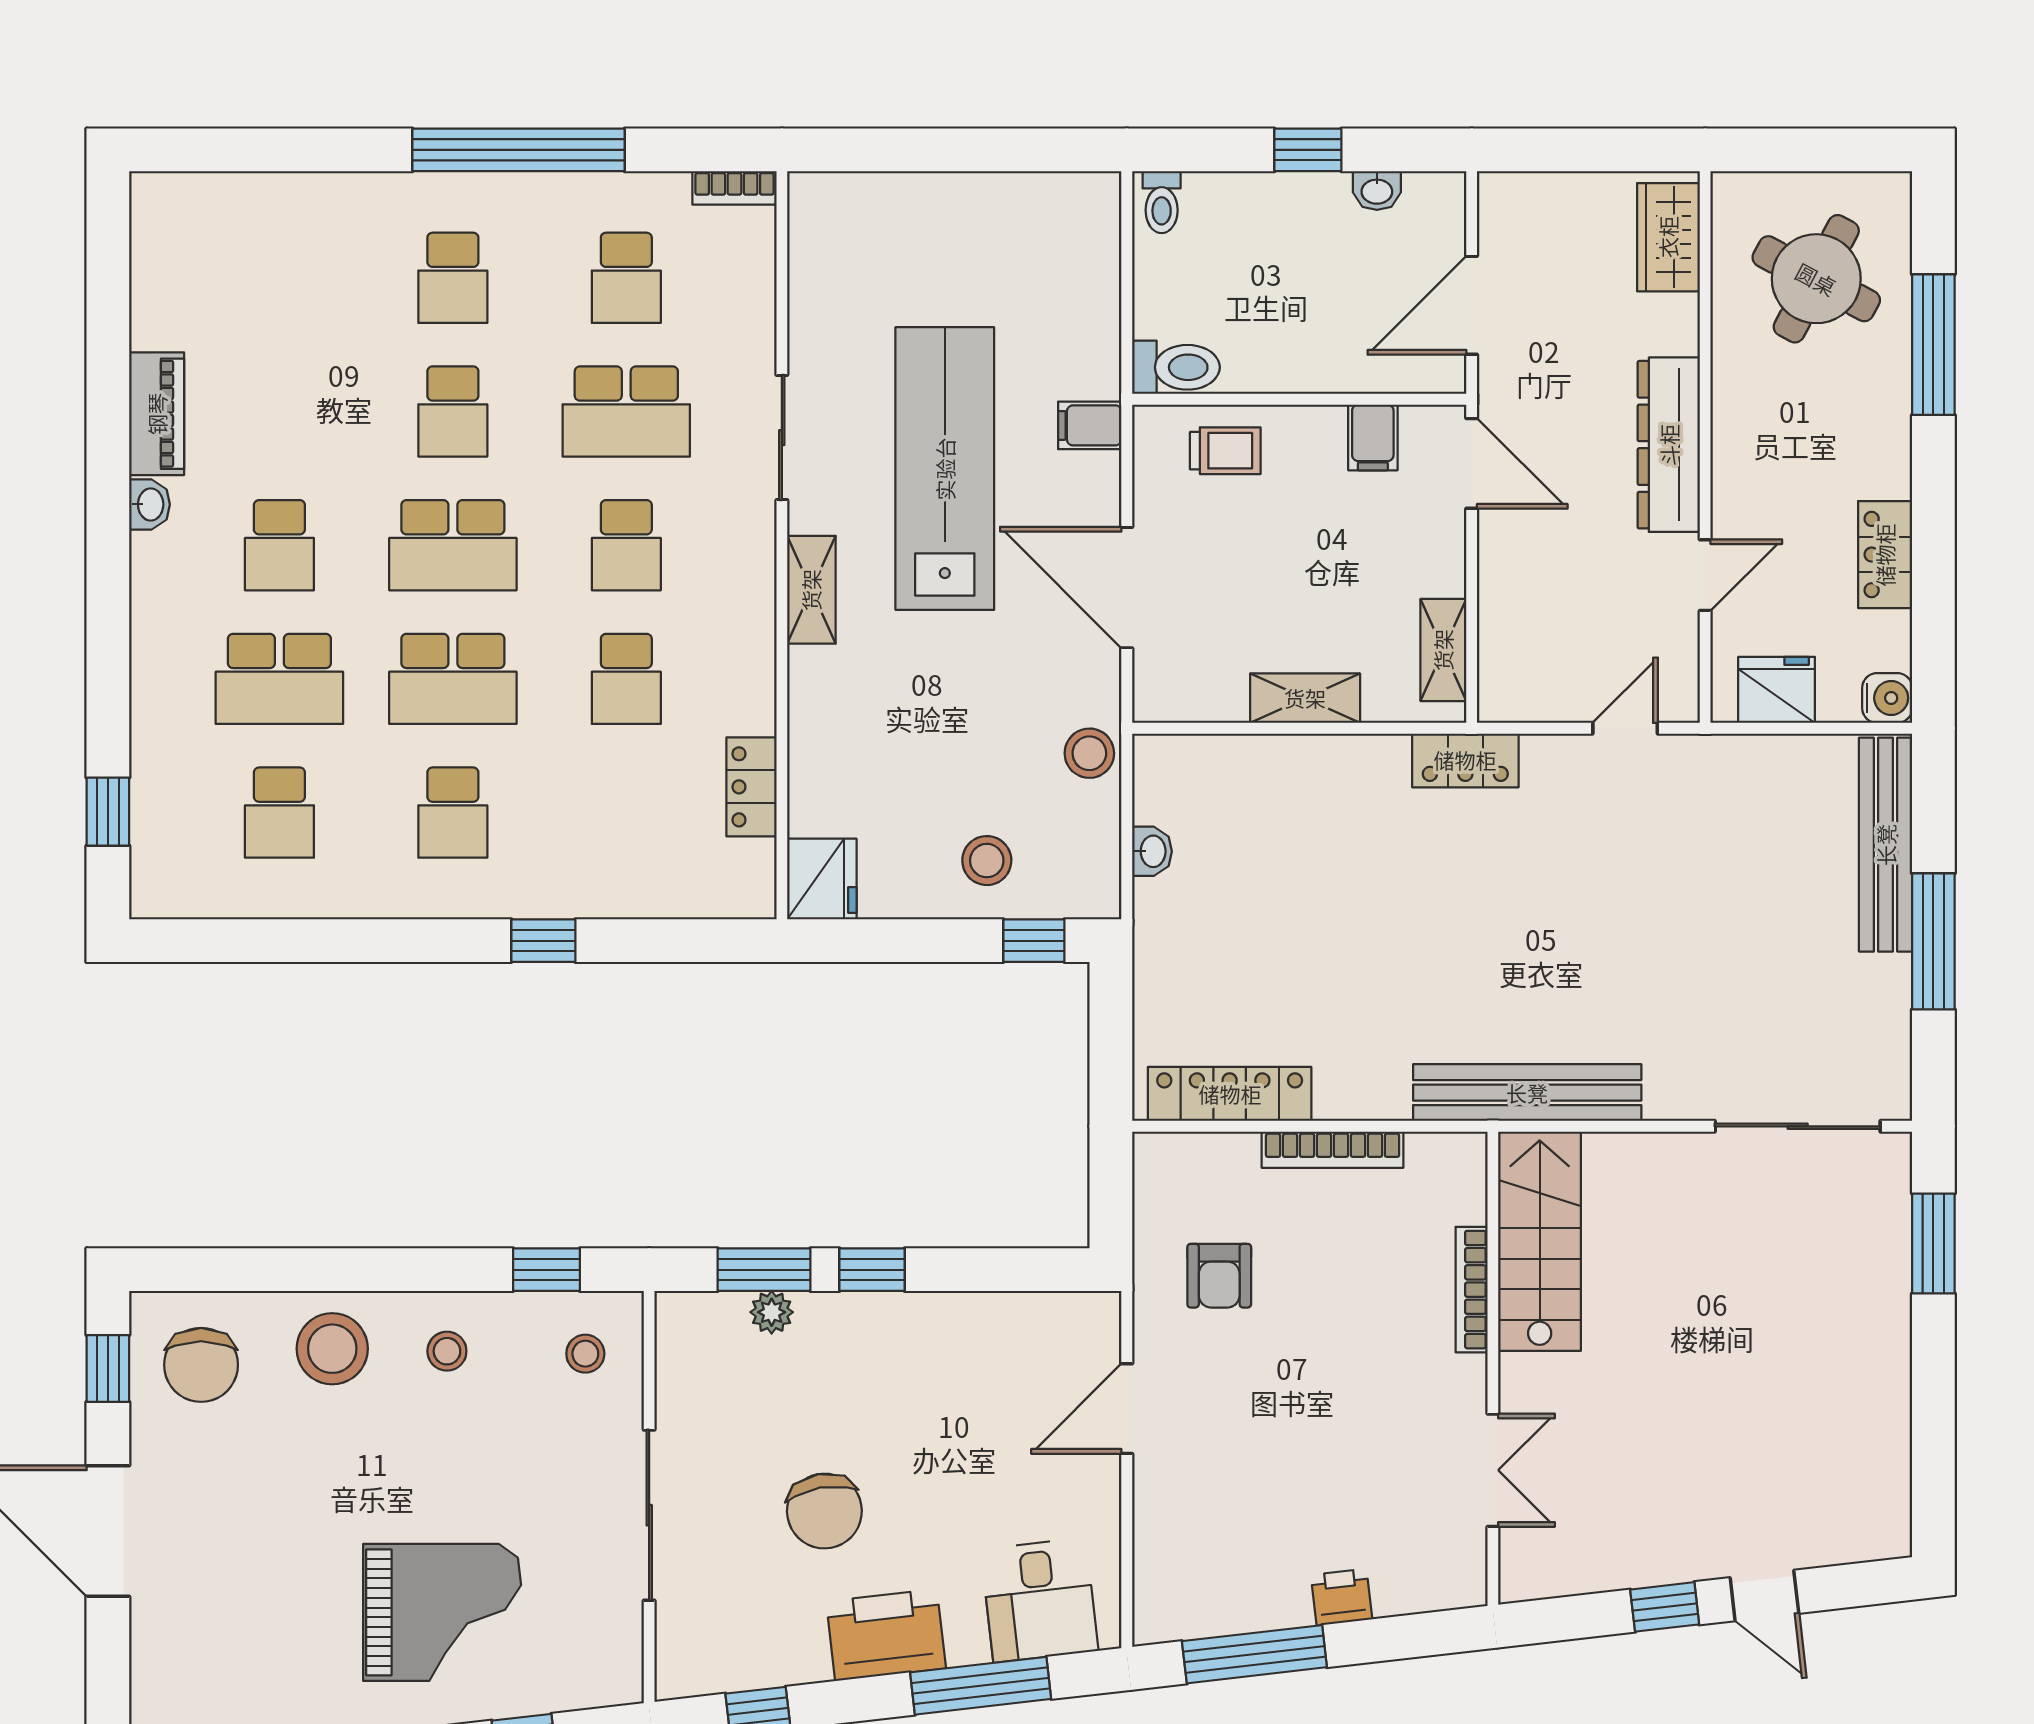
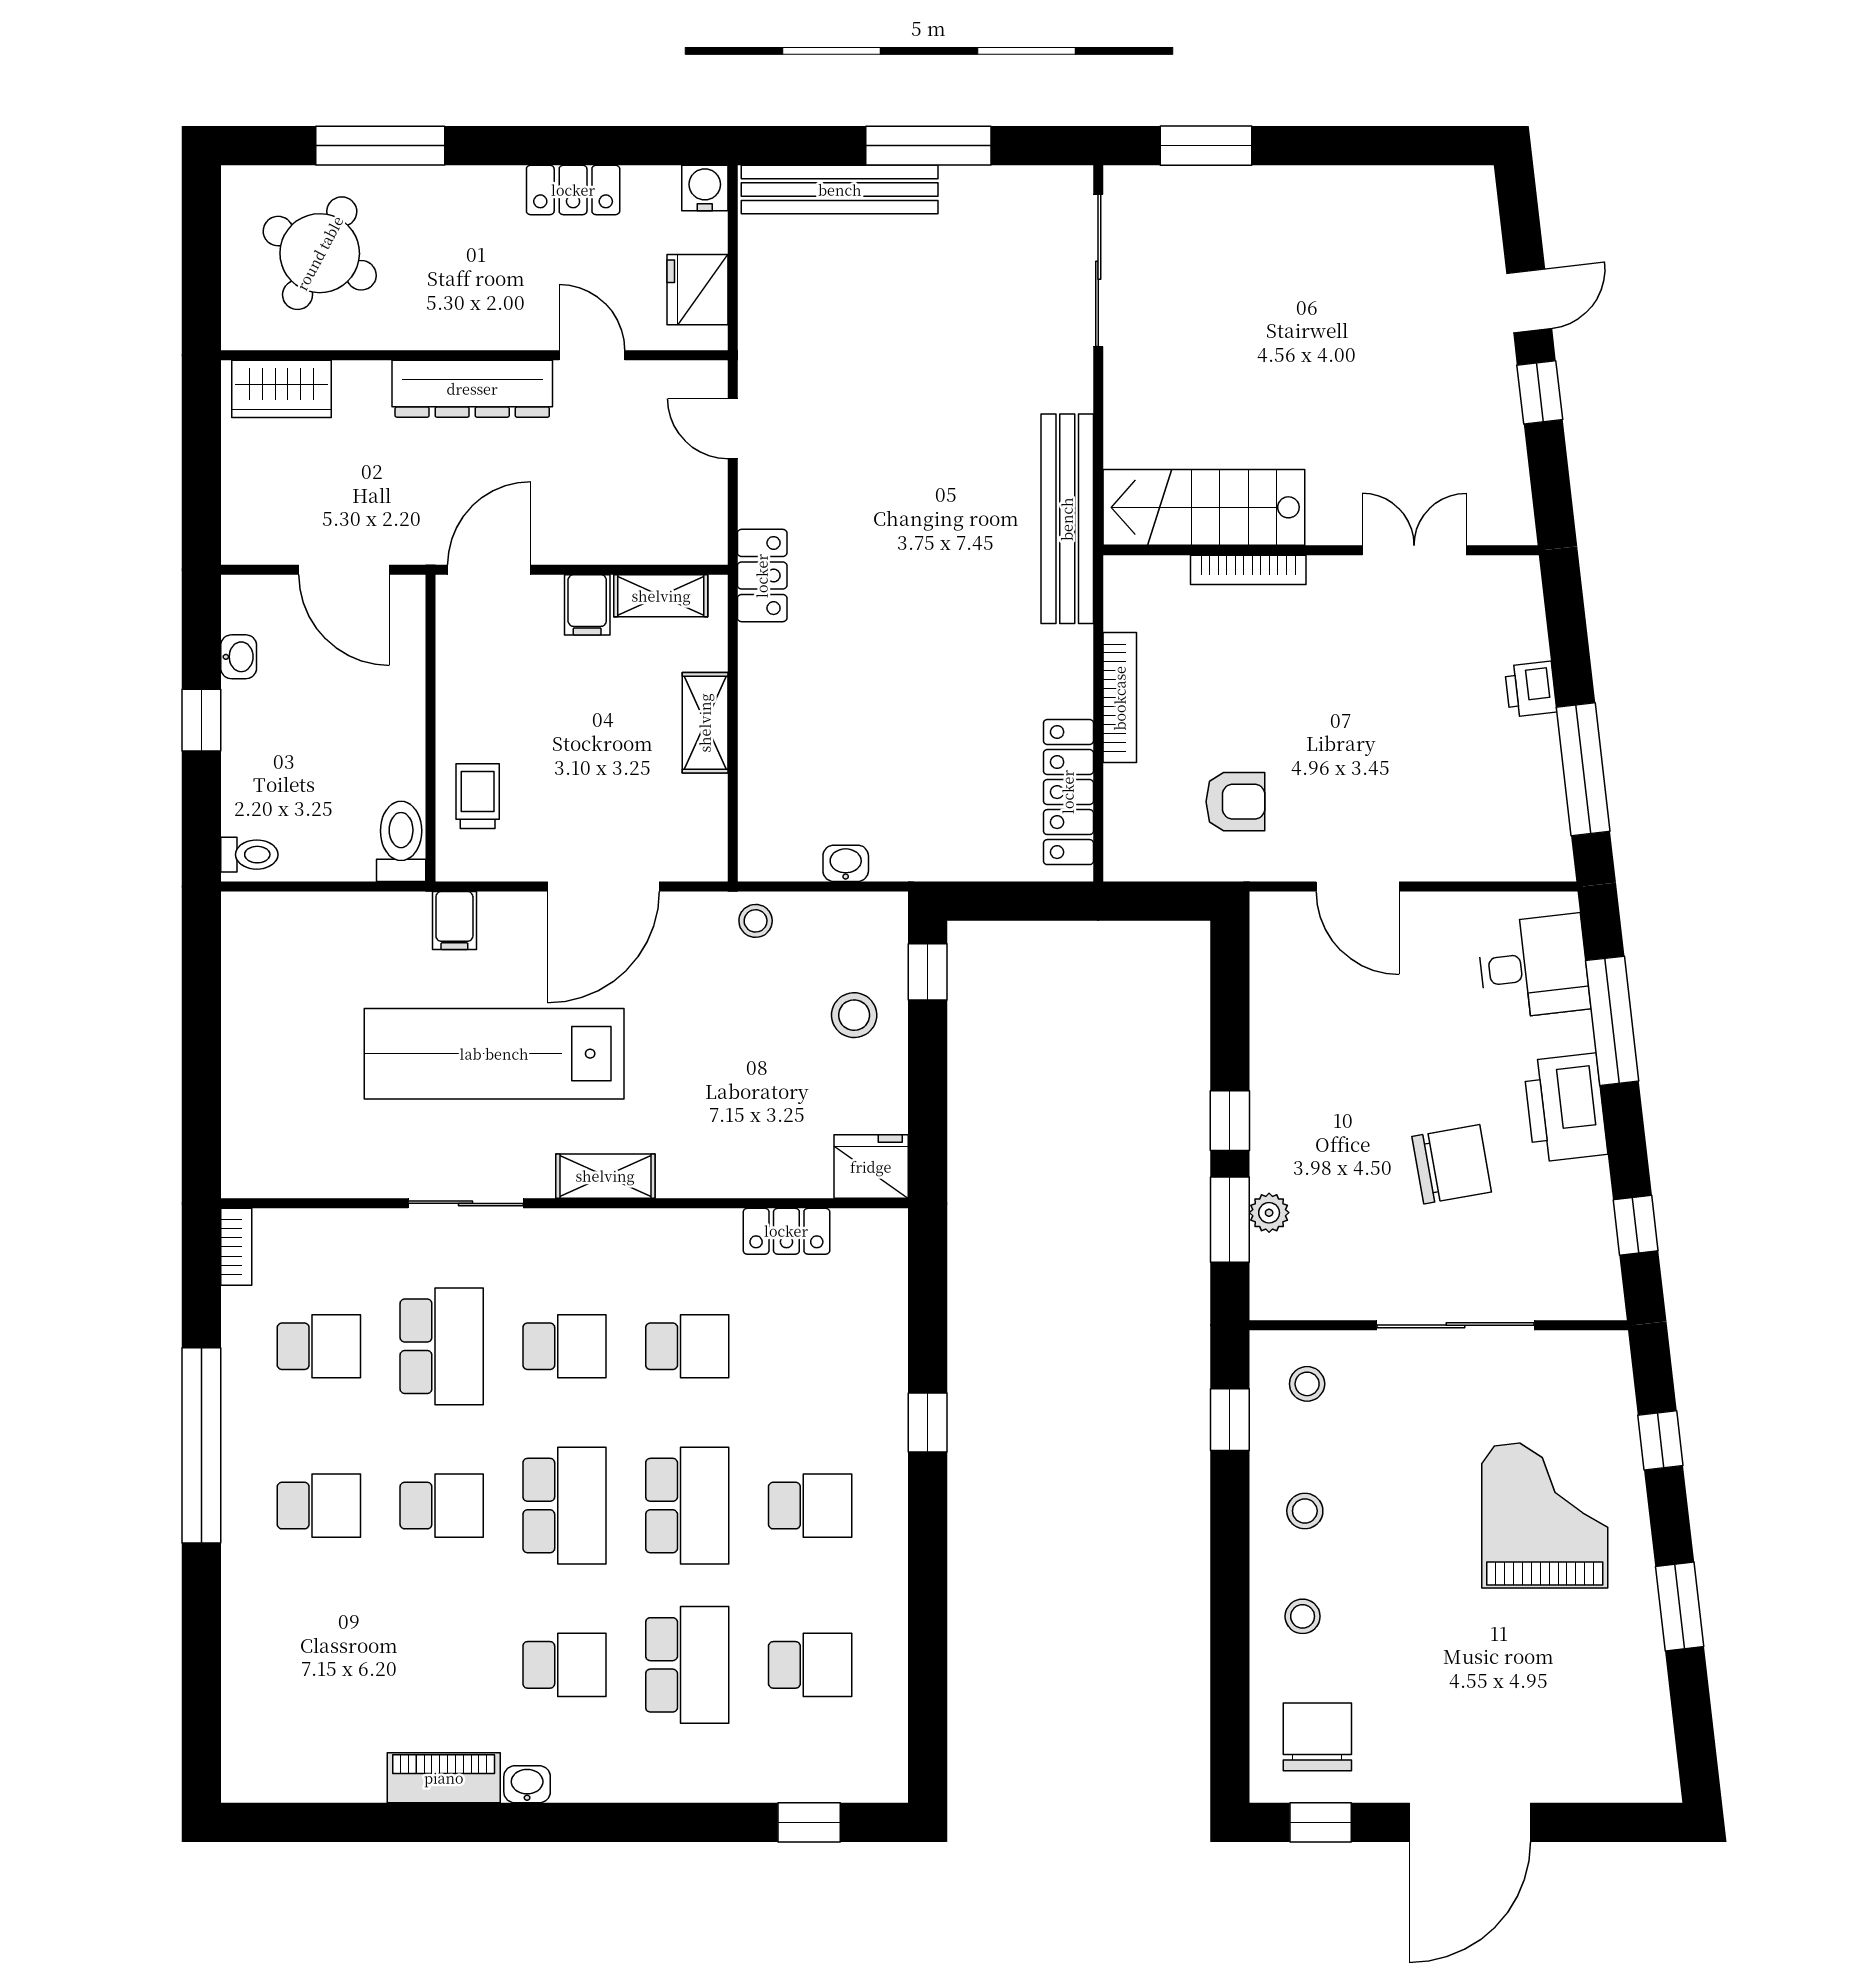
filing cabinet: (1373, 437) -> (587, 605), moved, turned 90
stool: (1089, 753) -> (756, 921), width x0.73, depth x0.73
stool: (332, 1349) -> (1303, 1616), width x0.53, depth x0.53
chair: (201, 1365) -> (1317, 1737), turned -90

